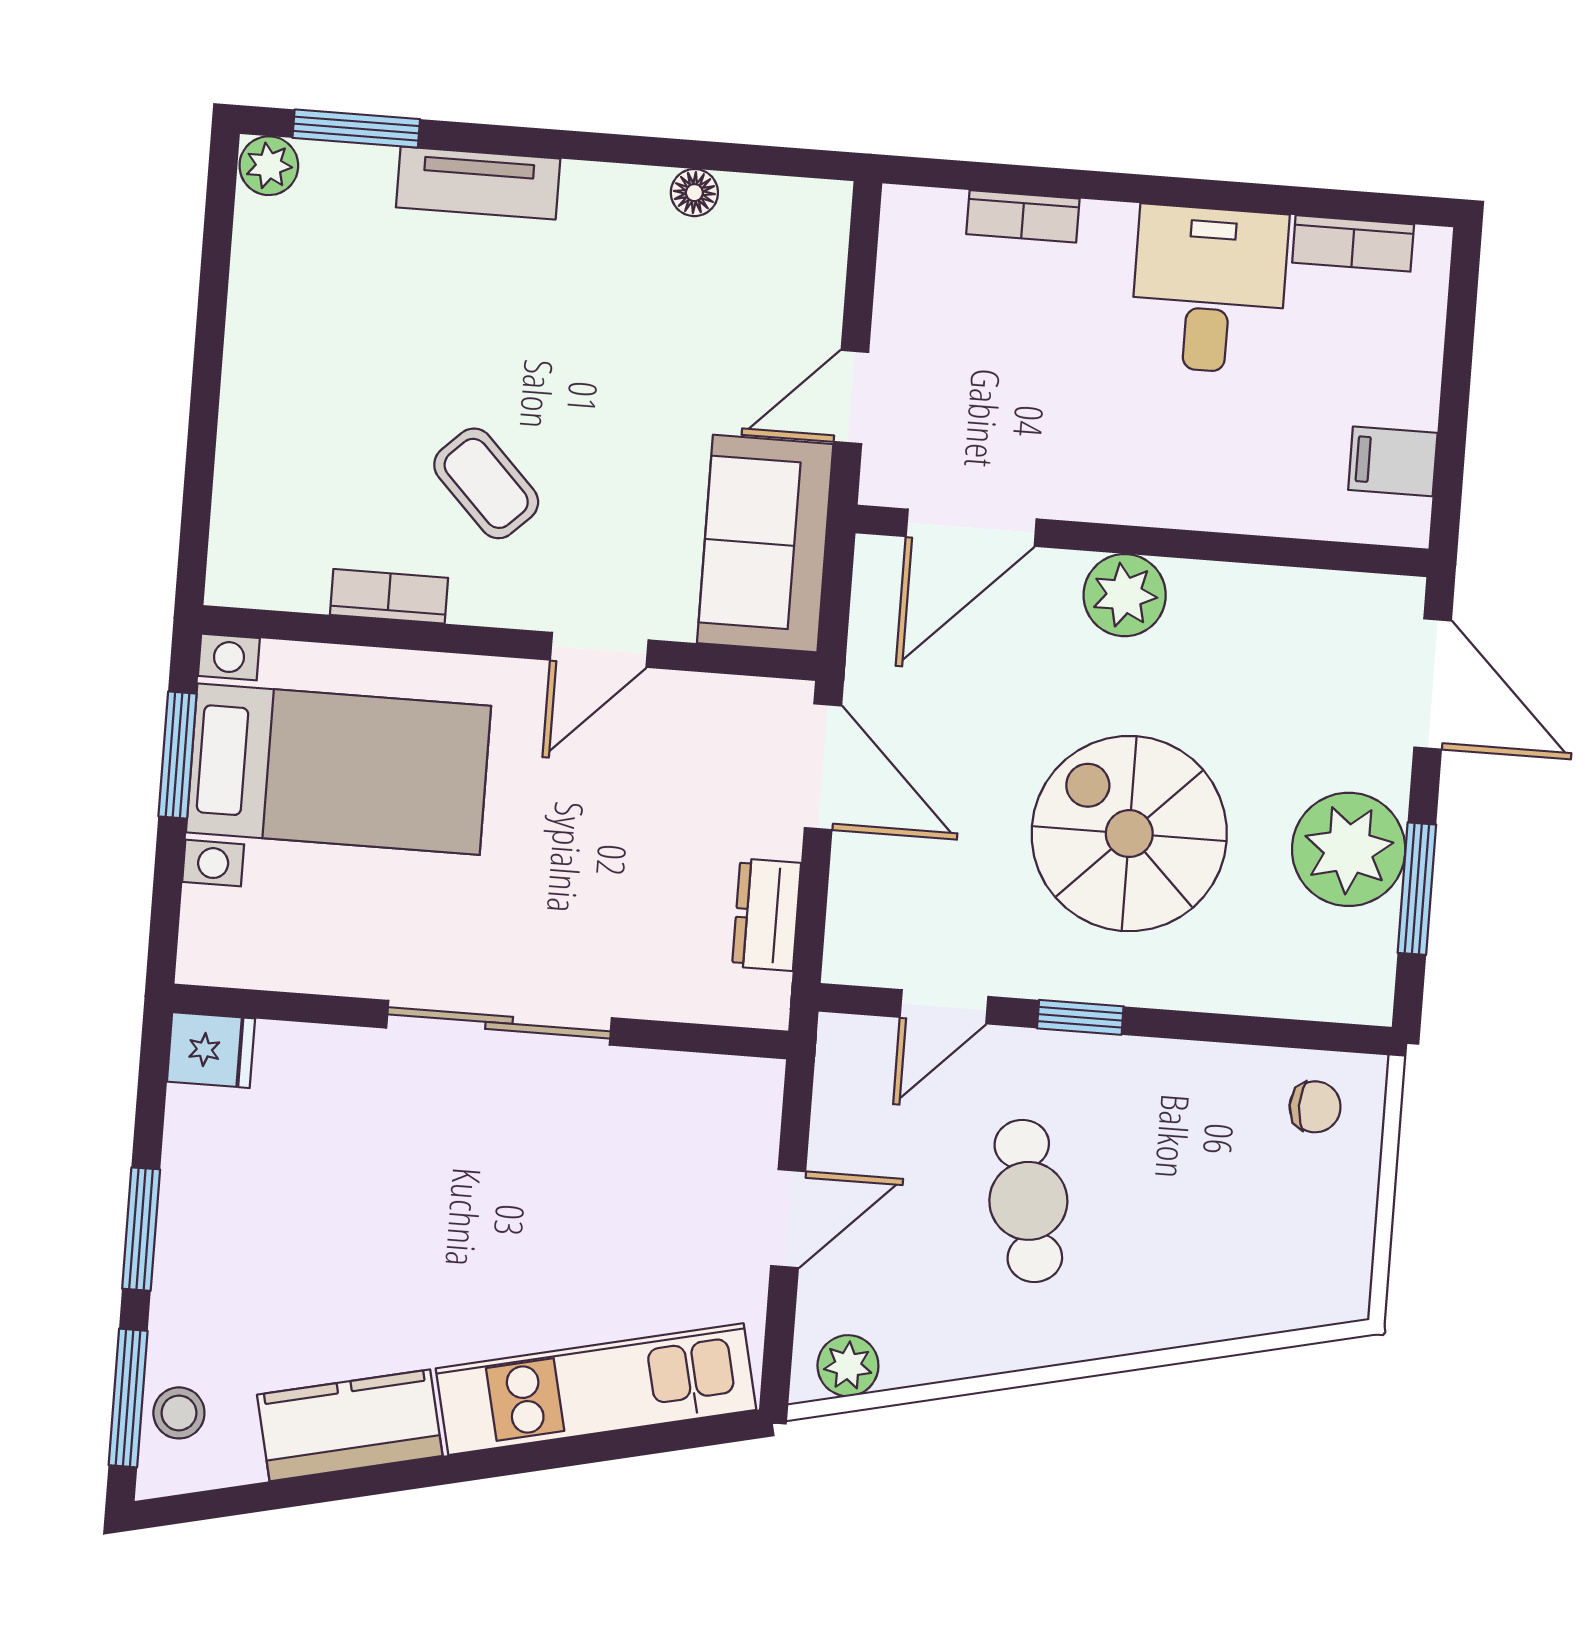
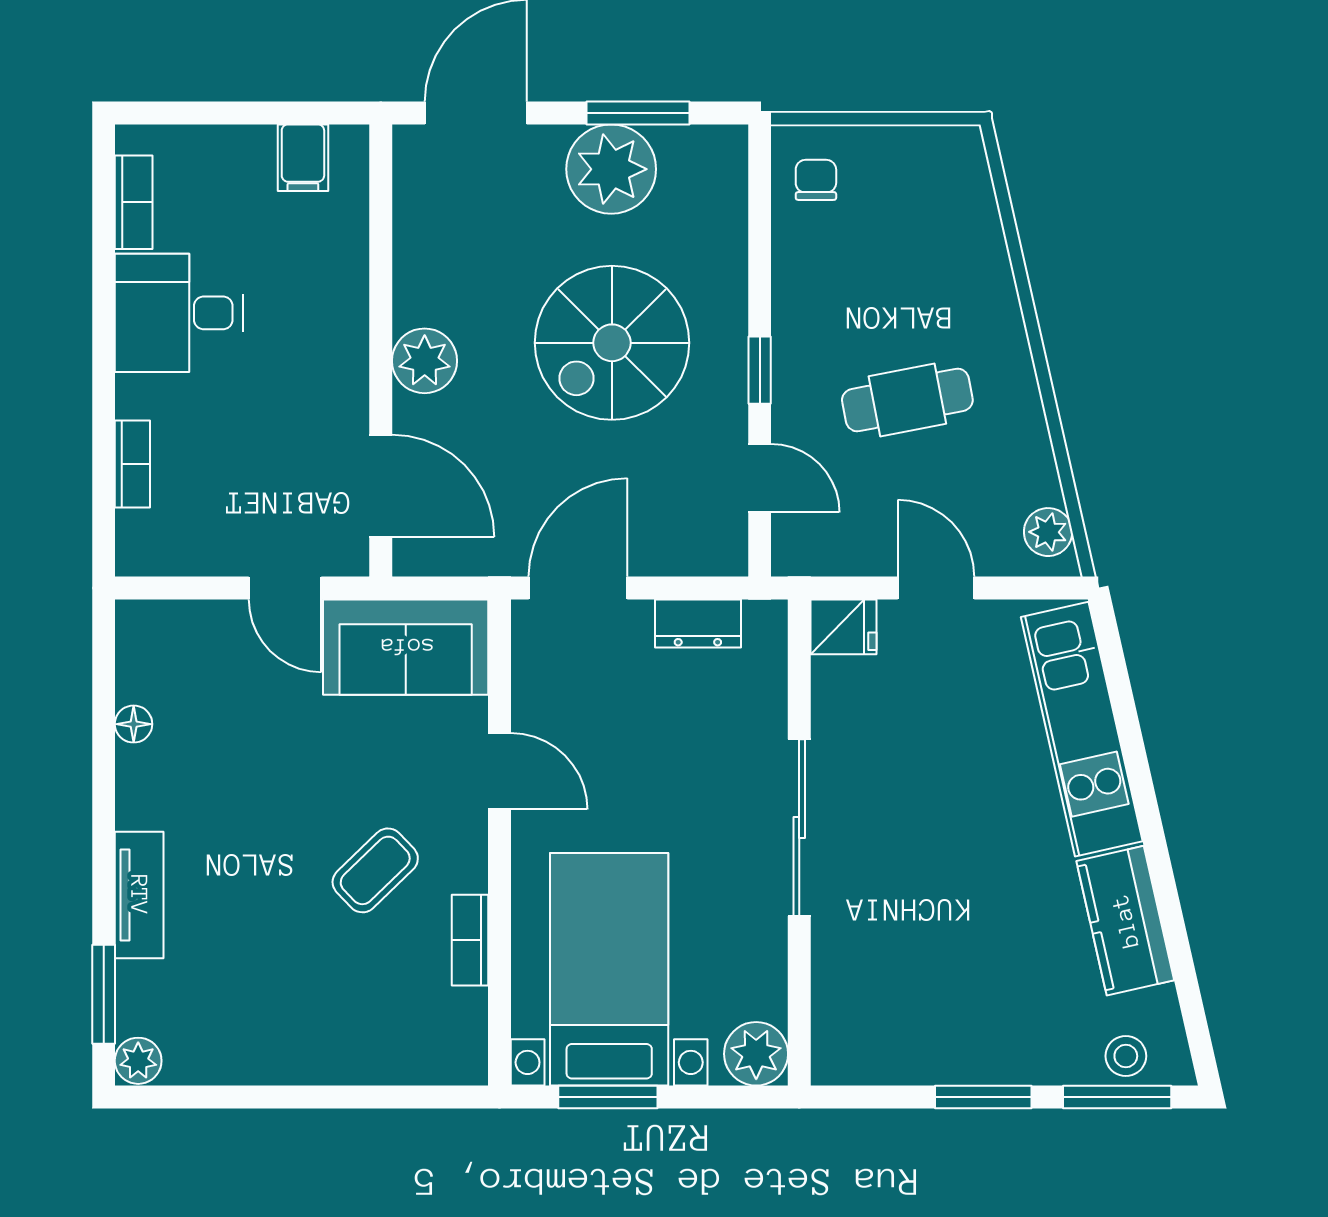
plant: (218, 946) -> (756, 1054), added
fridge: (211, 1050) -> (843, 627), moved, turned 90

